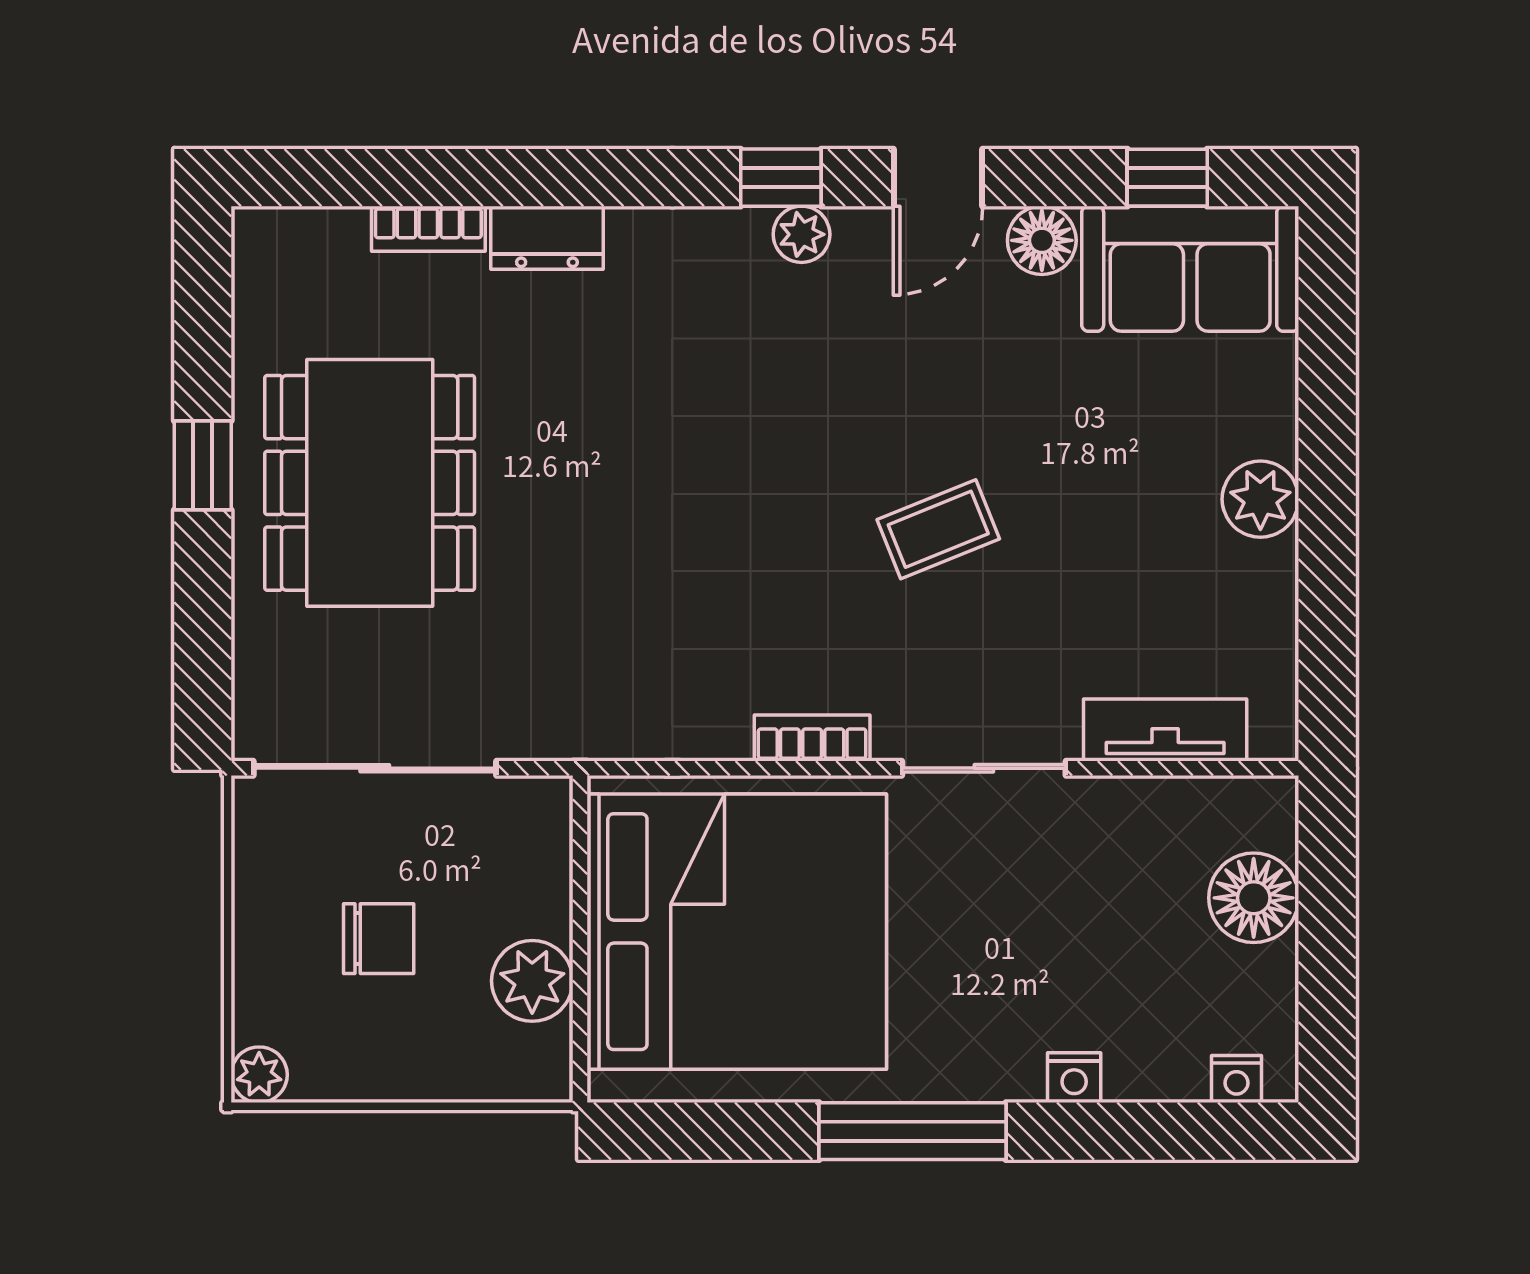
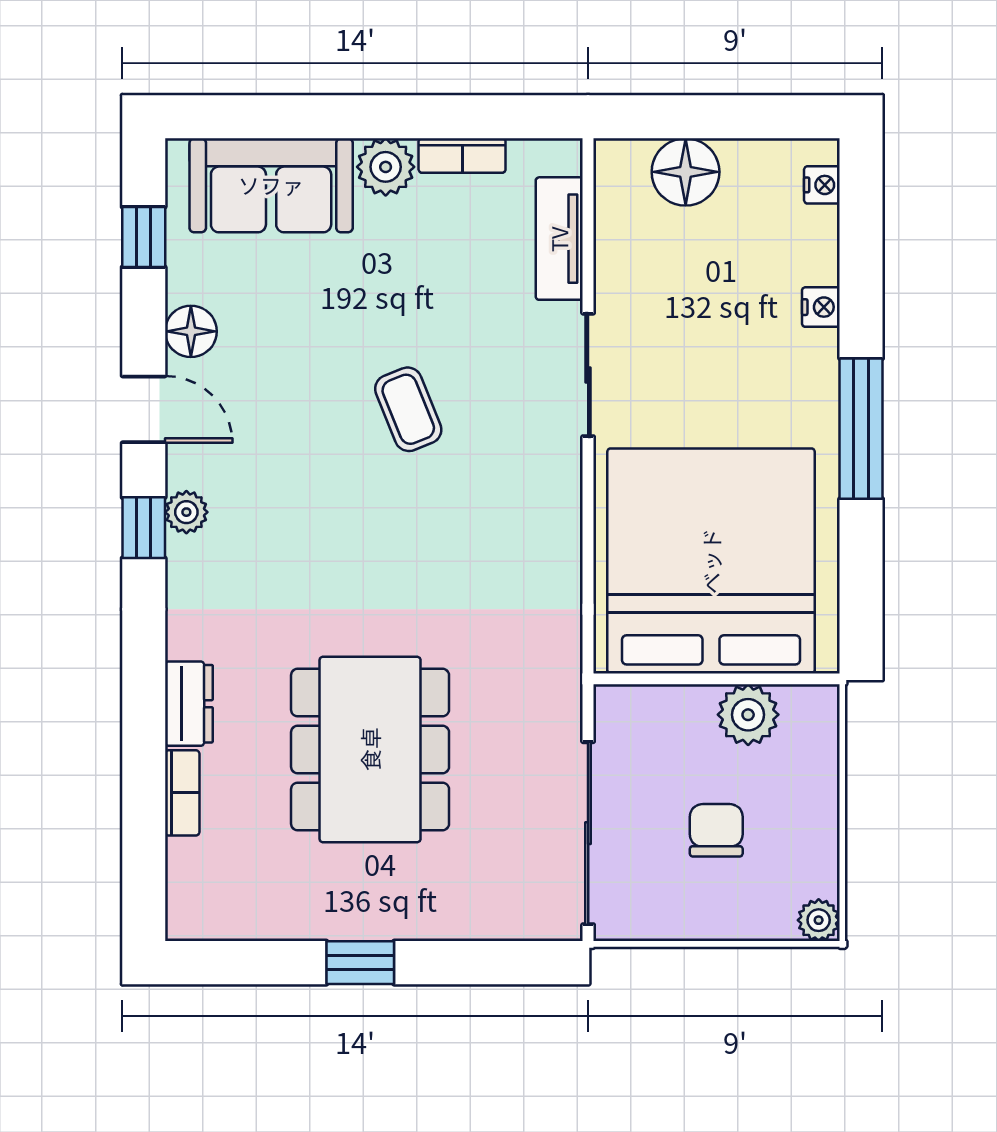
sofa: (1190, 269) -> (271, 185), moved, turned 90
dining table: (370, 483) -> (370, 749), moved, turned 90
bookcase: (812, 738) -> (462, 156), moved, turned -90

